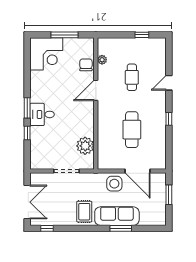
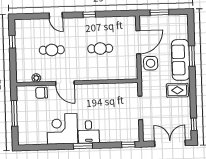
corner desk: (46, 54) -> (62, 129), moved, turned -90
cafe table: (132, 130) -> (100, 49), width x0.73, depth x0.74
window: (27, 133) -> (128, 145), moved
plant: (85, 146) -> (116, 91), removed

